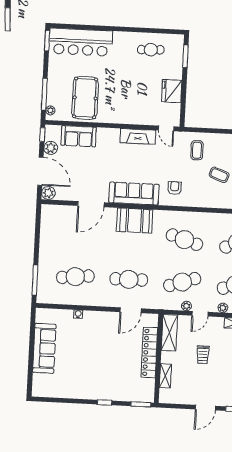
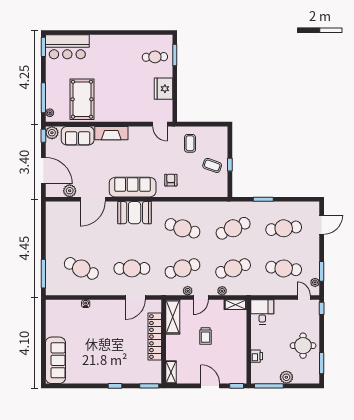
bar counter: (81, 42) -> (67, 47), width x0.73
cafe table: (151, 50) -> (155, 57), moved
fireplace: (138, 136) -> (111, 133), moved
plant: (51, 148) -> (52, 133), moved
plant: (48, 193) -> (70, 191), moved
cafe table: (75, 277) -> (81, 268), turned 30
sofa: (44, 348) -> (55, 360), moved
shelving: (165, 376) -> (171, 372), moved
door: (205, 408) -> (210, 386), swing flipped

